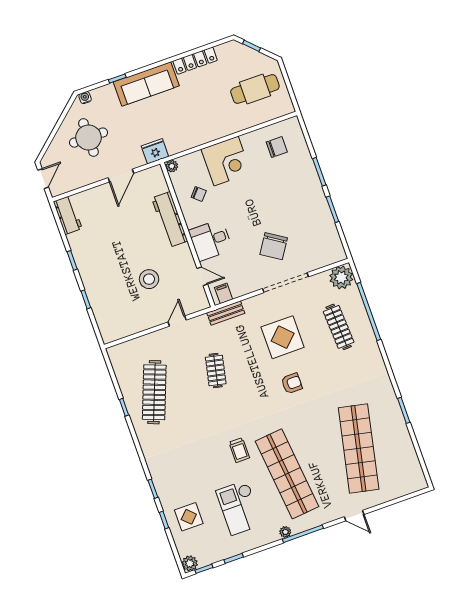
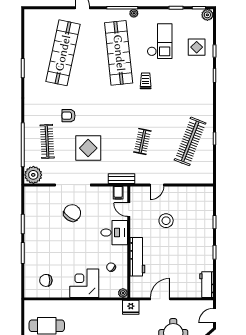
armchair: (292, 383) -> (69, 116), moved

